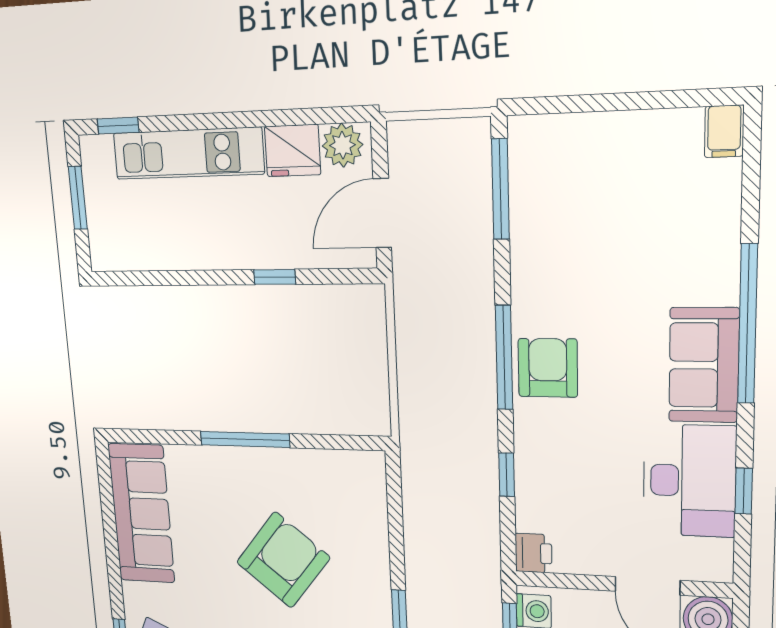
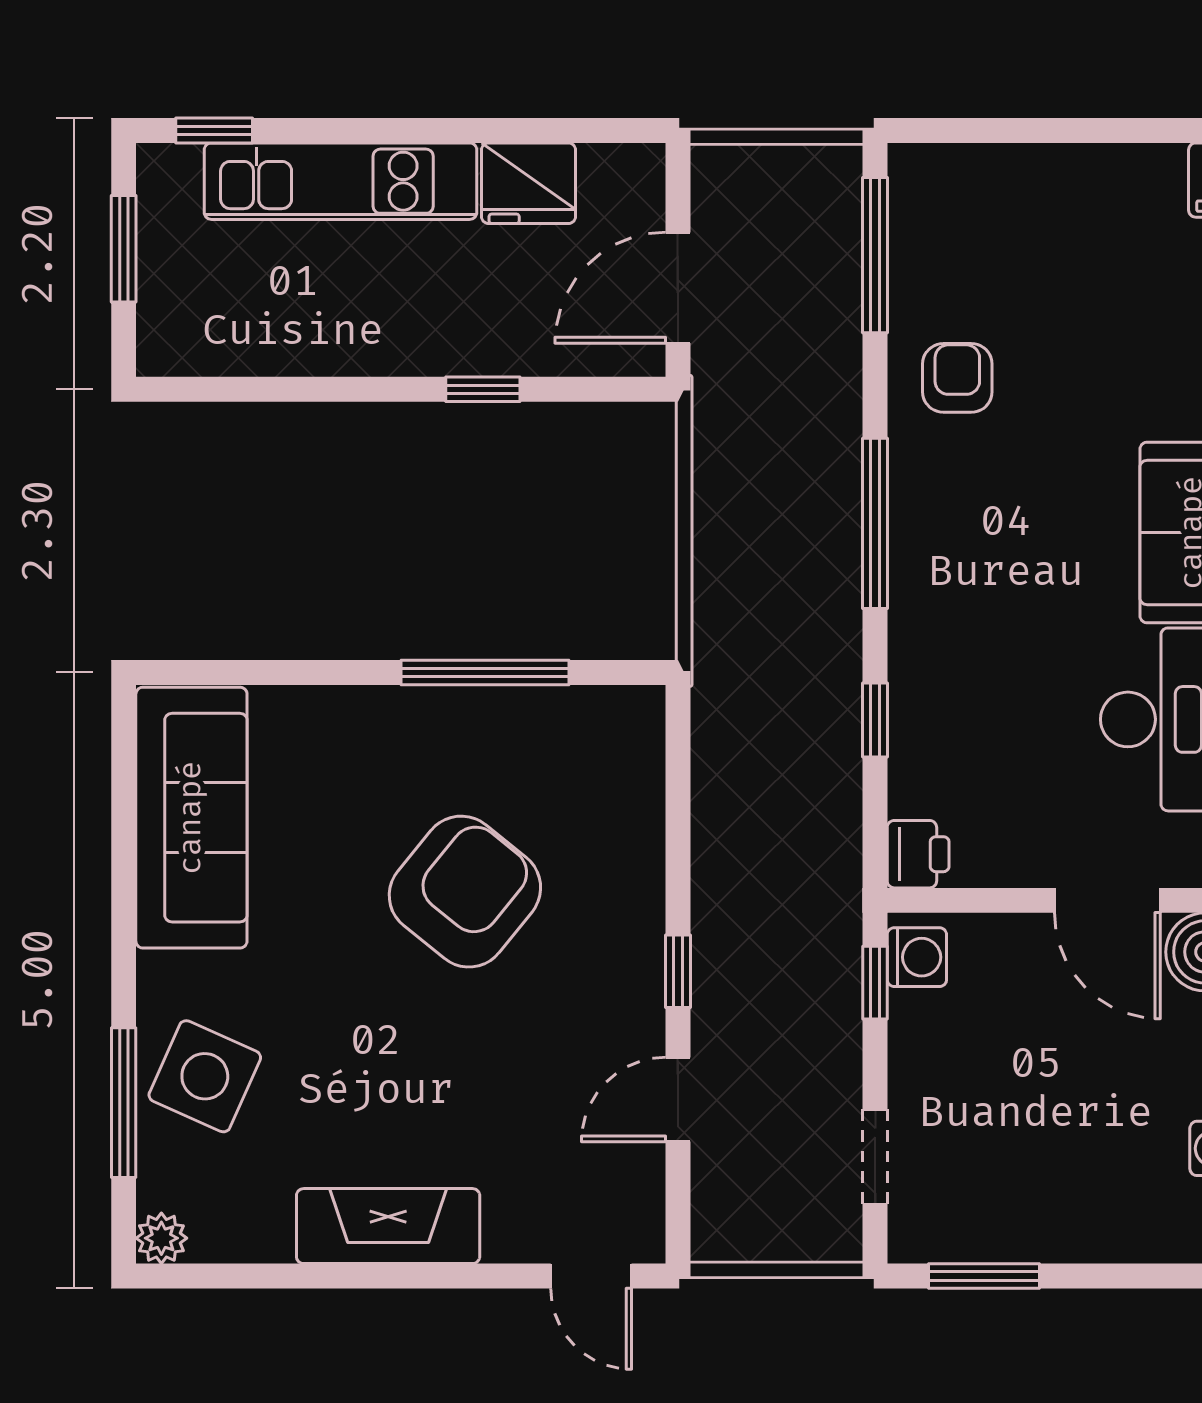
plant: (342, 145) -> (615, 178), removed
armchair: (548, 368) -> (957, 378), moved, width x0.72, depth x0.72
window: (245, 439) -> (485, 672), moved

